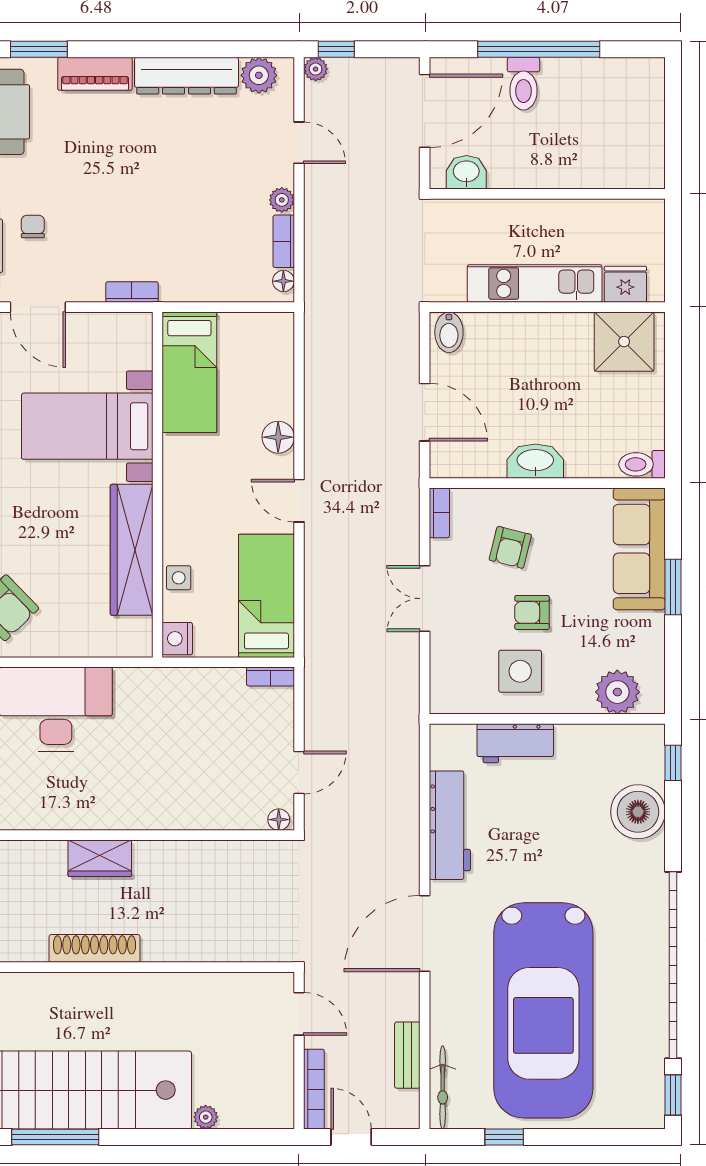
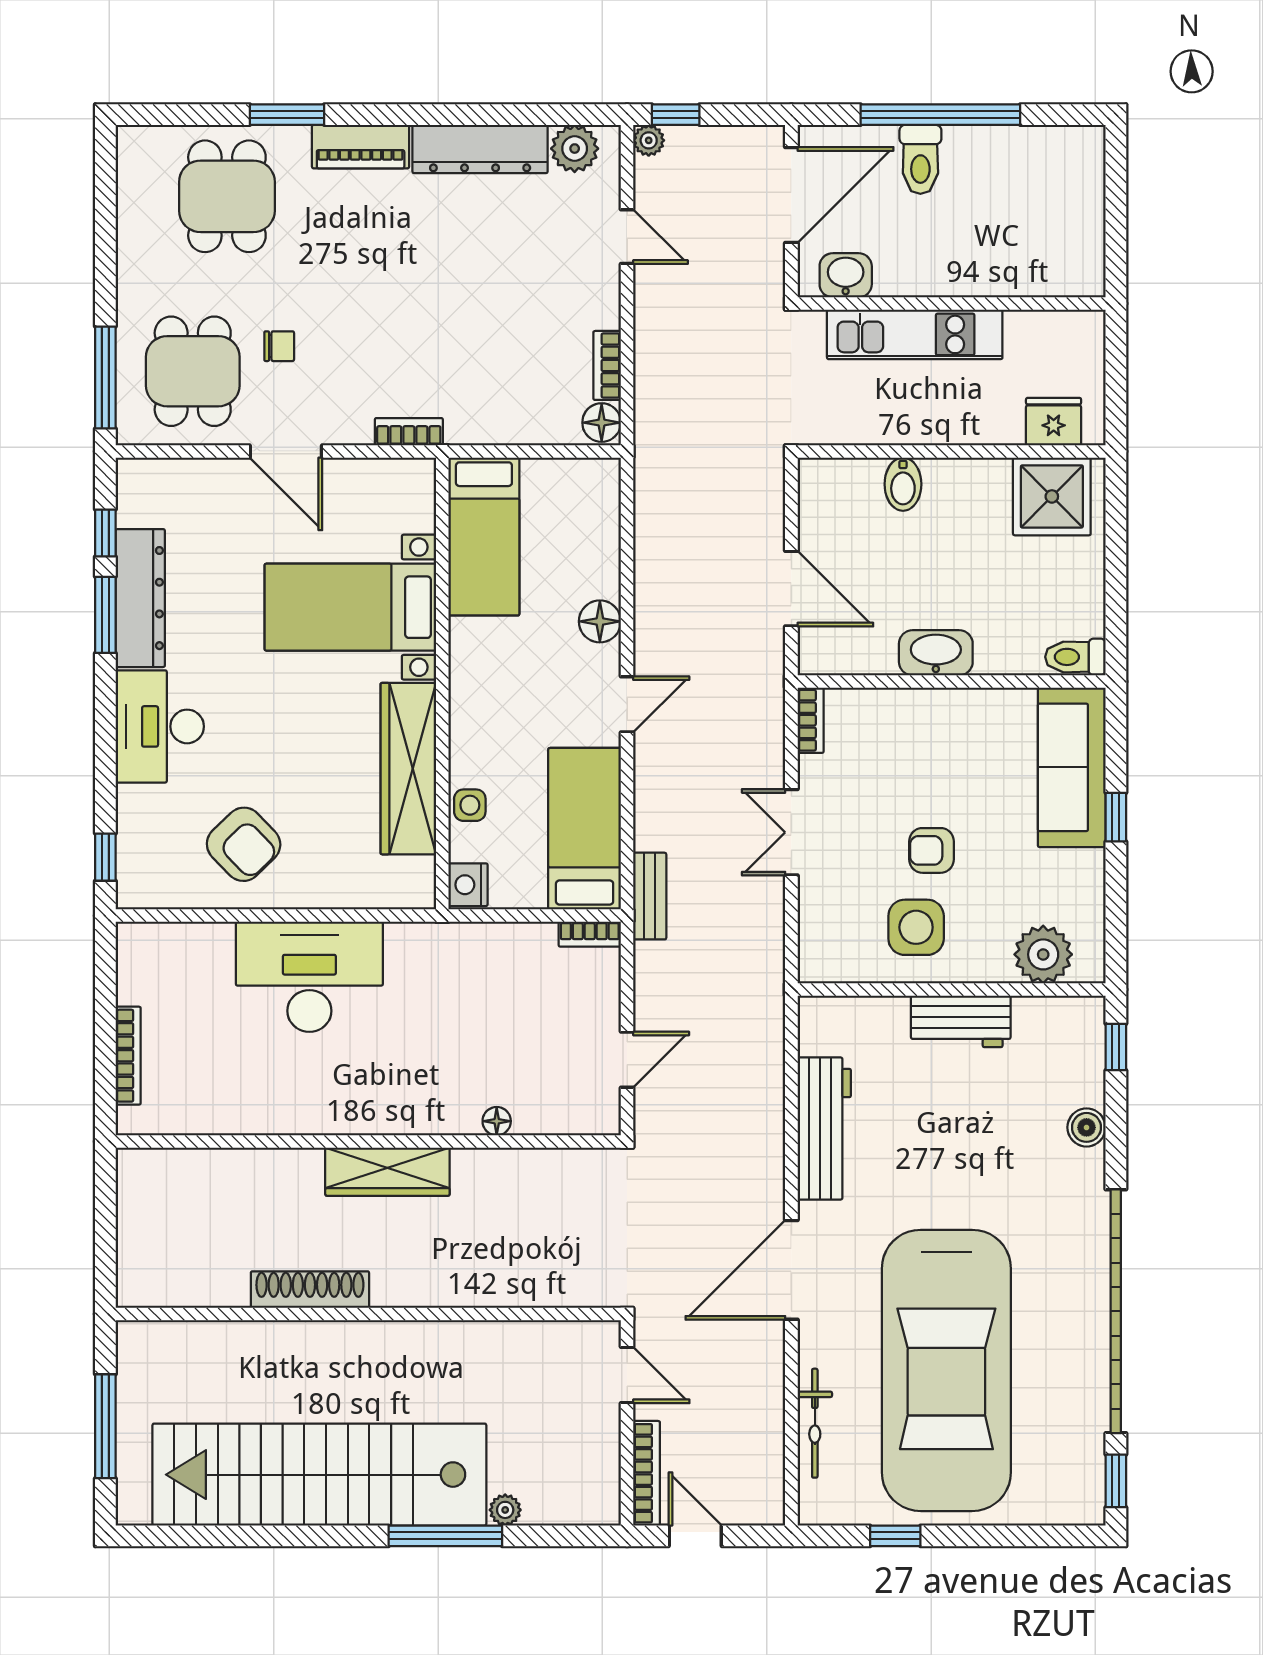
plant: (282, 200) -> (605, 311), removed
chair: (33, 227) -> (279, 346), turned 90
floor lamp: (283, 281) -> (602, 423), width x1.37, depth x1.37
kitchen unit: (535, 283) -> (915, 334), moved, turned 180
bidet: (449, 332) -> (903, 484), moved
door: (299, 501) -> (627, 704), swing flipped
armchair: (510, 547) -> (903, 765), removed
window: (673, 587) -> (1116, 817), width x0.67
workbench: (515, 743) -> (961, 1021), moved
boiler: (638, 812) -> (1087, 1127), width x0.54, depth x0.54
floor lamp: (279, 820) -> (497, 1121), moved
wardrobe: (100, 858) -> (387, 1172), width x1.50
shoe rack: (95, 948) -> (310, 1290), moved
bench: (407, 1055) -> (650, 896), moved
bicycle: (443, 1087) -> (815, 1423), moved
window: (55, 1137) -> (445, 1536), moved

